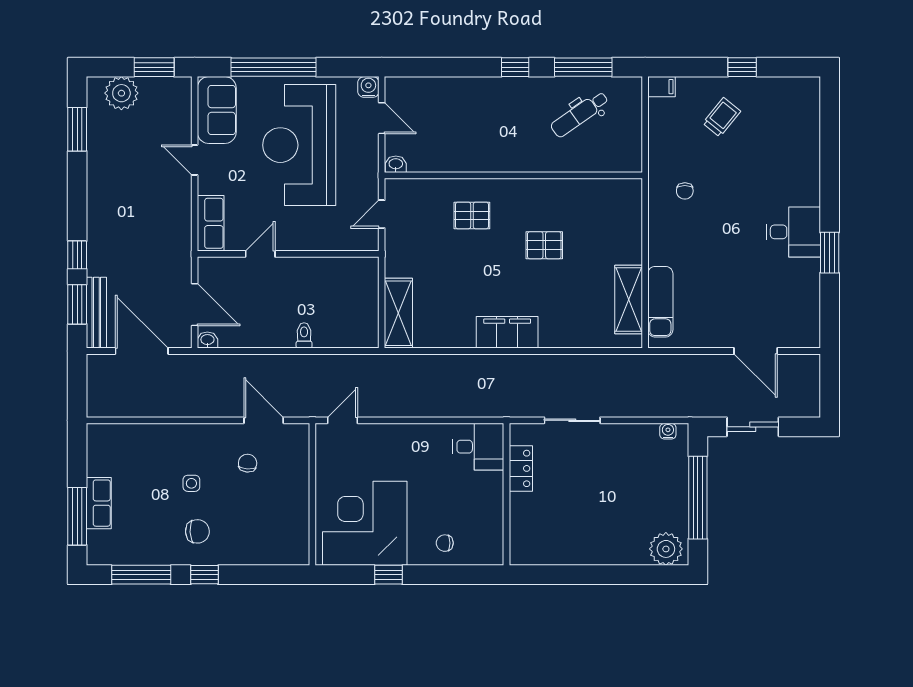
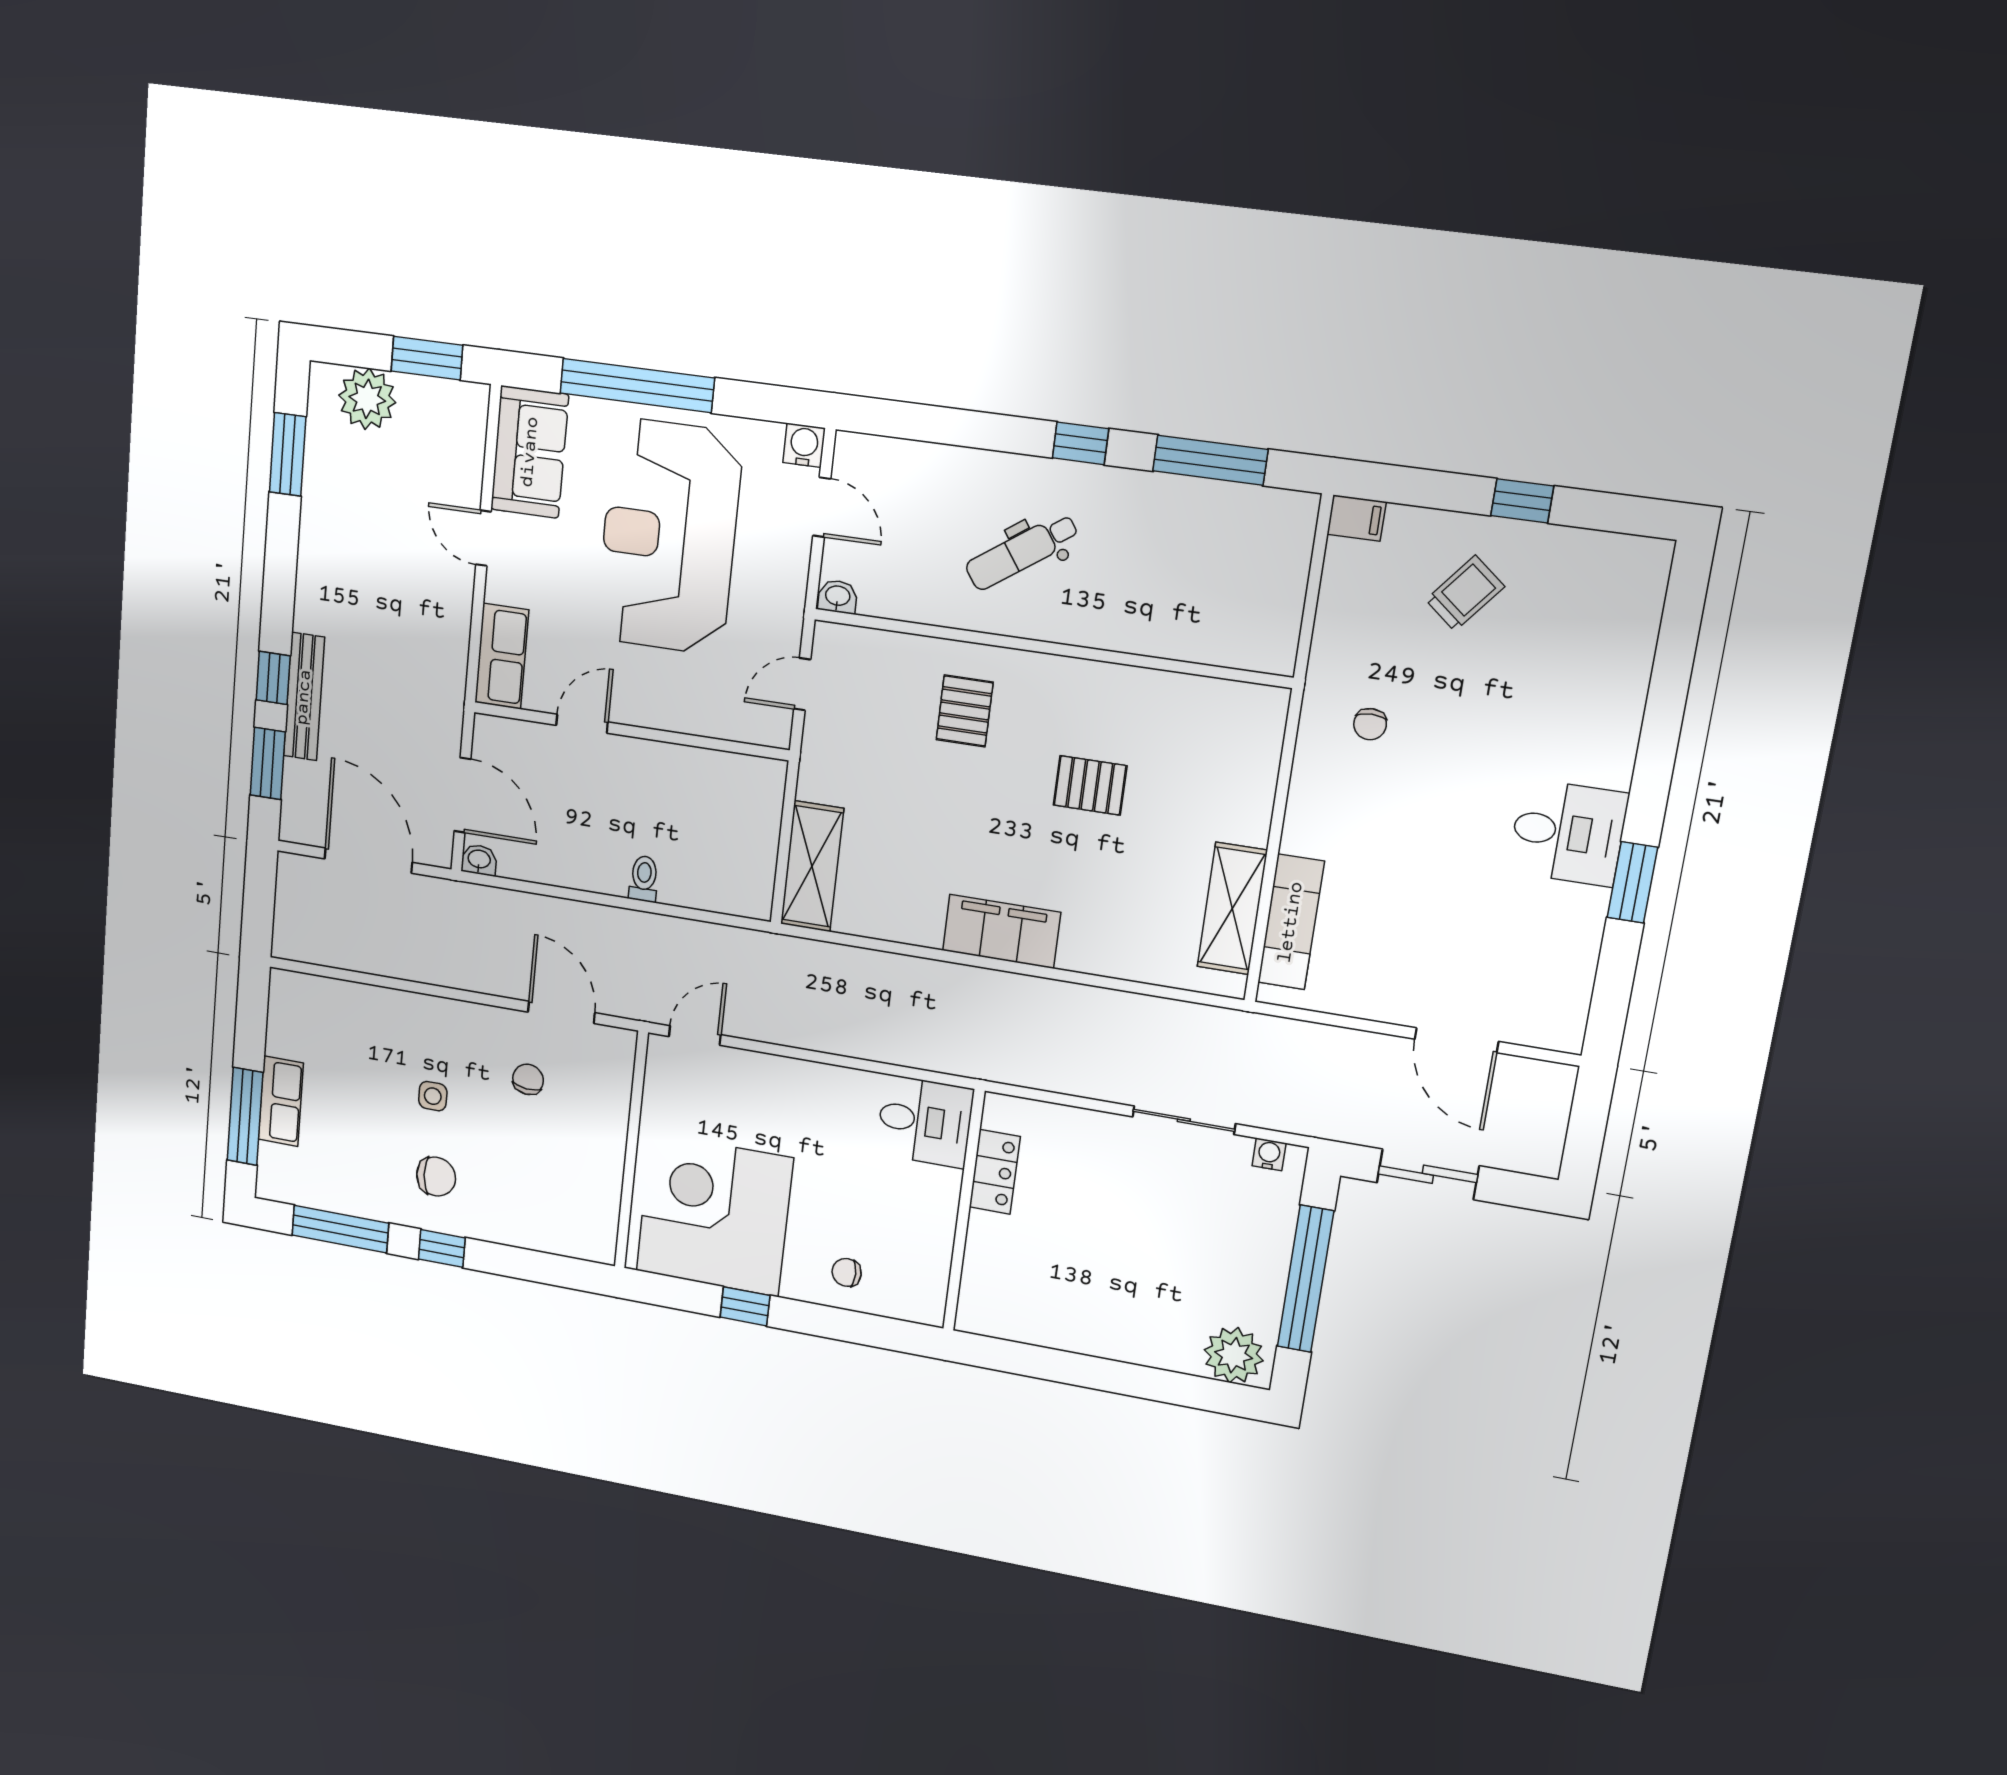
dental chair: (580, 114) -> (1022, 552), moved
pallet: (472, 215) -> (965, 711), turned 90
bench: (96, 313) -> (304, 697), moved
sliding door: (572, 420) -> (1184, 1120), moved

